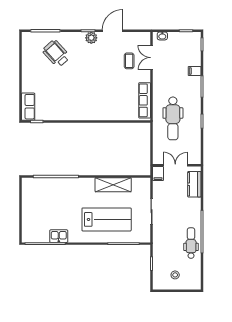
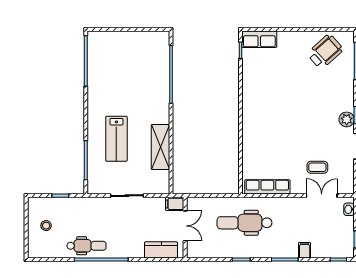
wheelchair: (56, 54) -> (325, 52), moved
lab bench: (107, 219) -> (116, 139), width x0.73, depth x0.72
kitchen sink: (59, 236) -> (95, 78), removed

